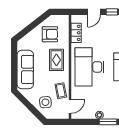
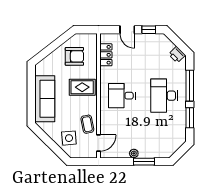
door: (94, 12) -> (127, 30), hinge flipped
rug: (56, 60) -> (82, 87), turned 90
desk: (90, 67) -> (122, 96), width x0.53, depth x0.77

